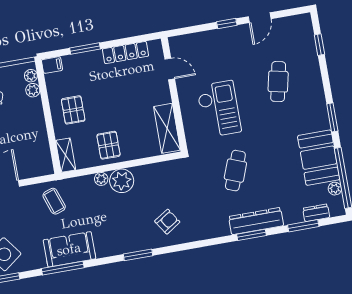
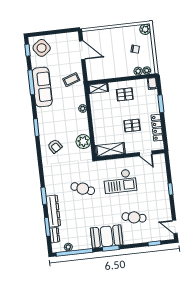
door: (260, 18) -> (175, 227), moved
door: (170, 69) -> (146, 153), hinge flipped
pallet: (109, 145) -> (132, 126), moved
booth: (319, 158) -> (107, 236), moved
plant: (122, 181) -> (83, 142), moved
dresser: (256, 221) -> (53, 211), moved
sofa: (69, 249) -> (42, 87), width x1.36

